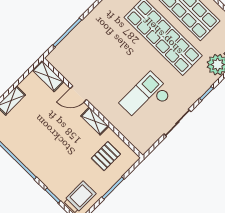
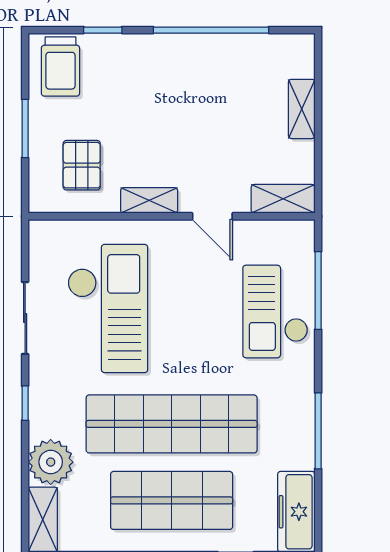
checkout: (89, 40) -> (275, 311), added
door: (78, 94) -> (212, 216), swing flipped
checkout: (146, 98) -> (108, 308), width x1.36, depth x1.21

